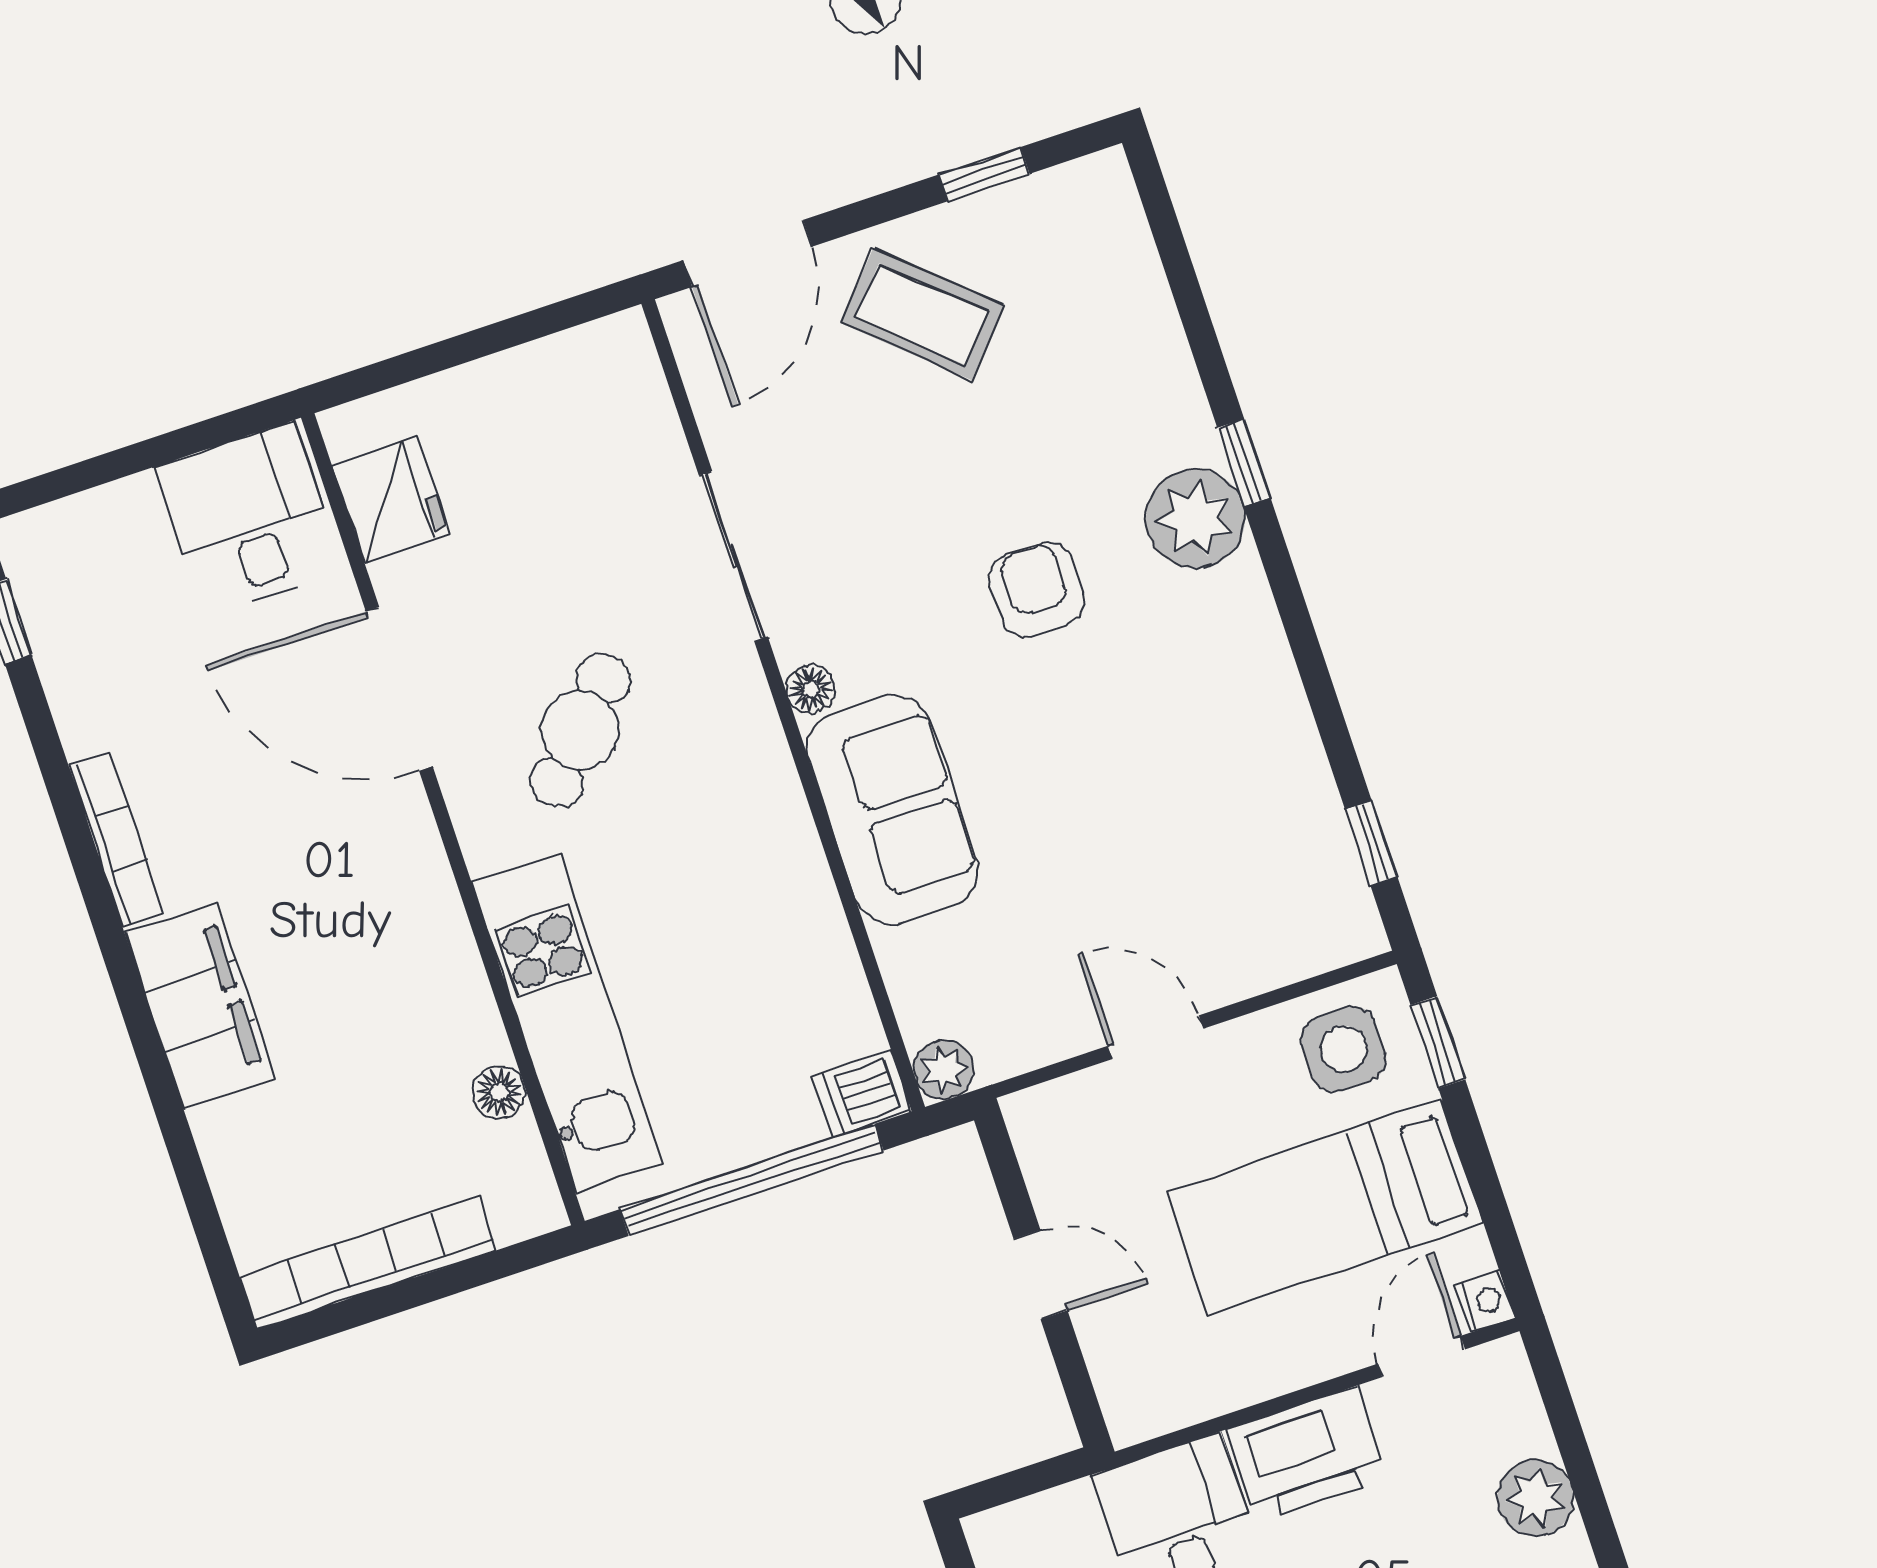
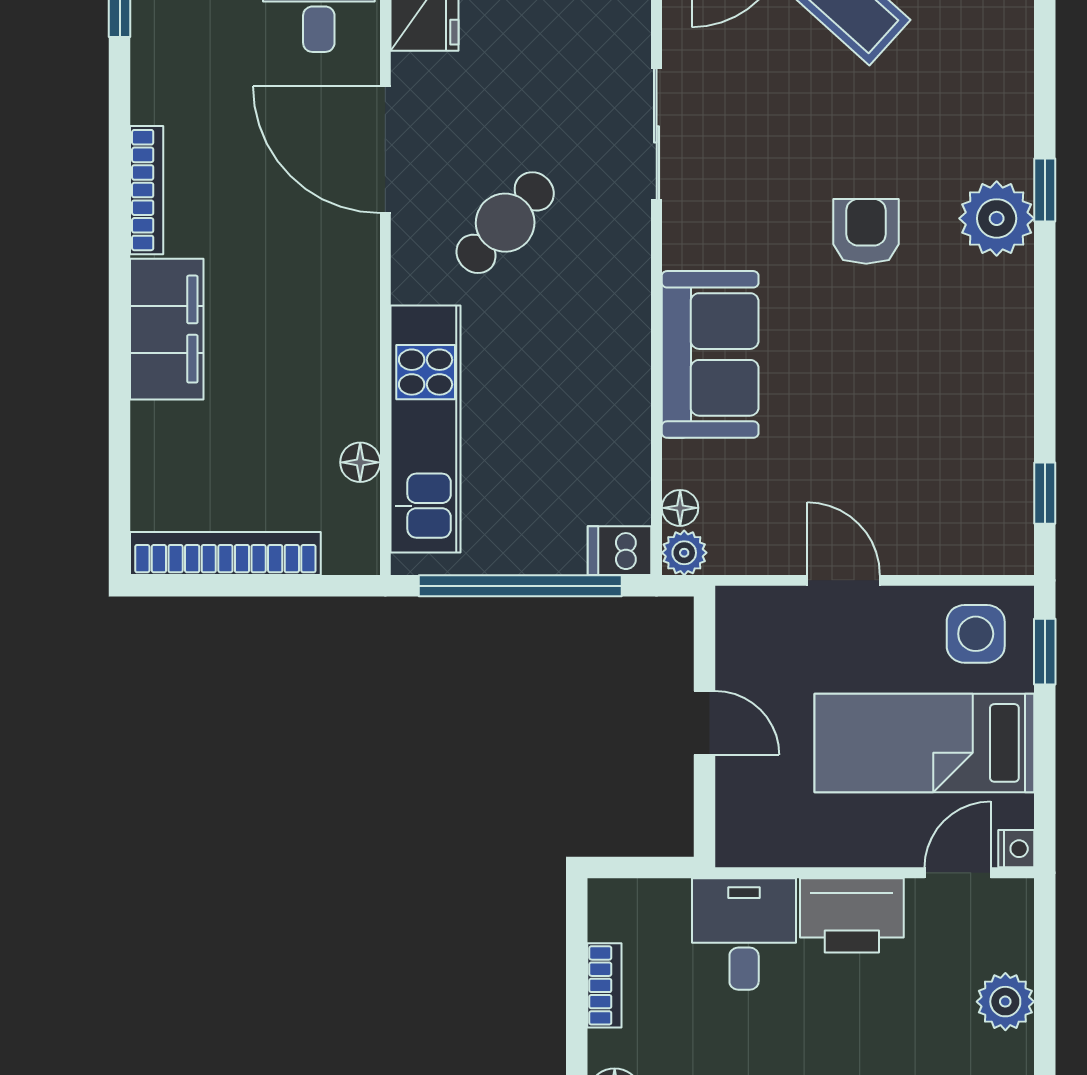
floor lamp: (811, 689) -> (680, 508), moved

